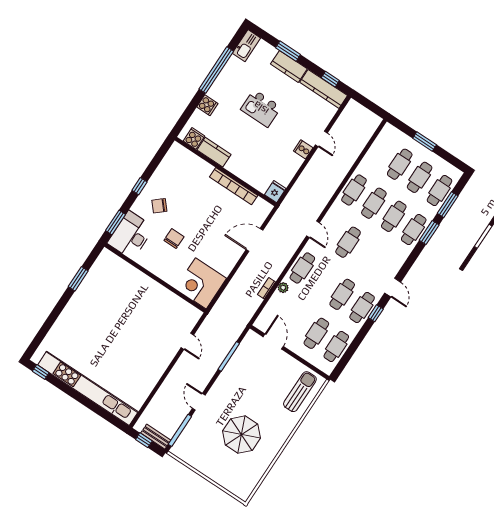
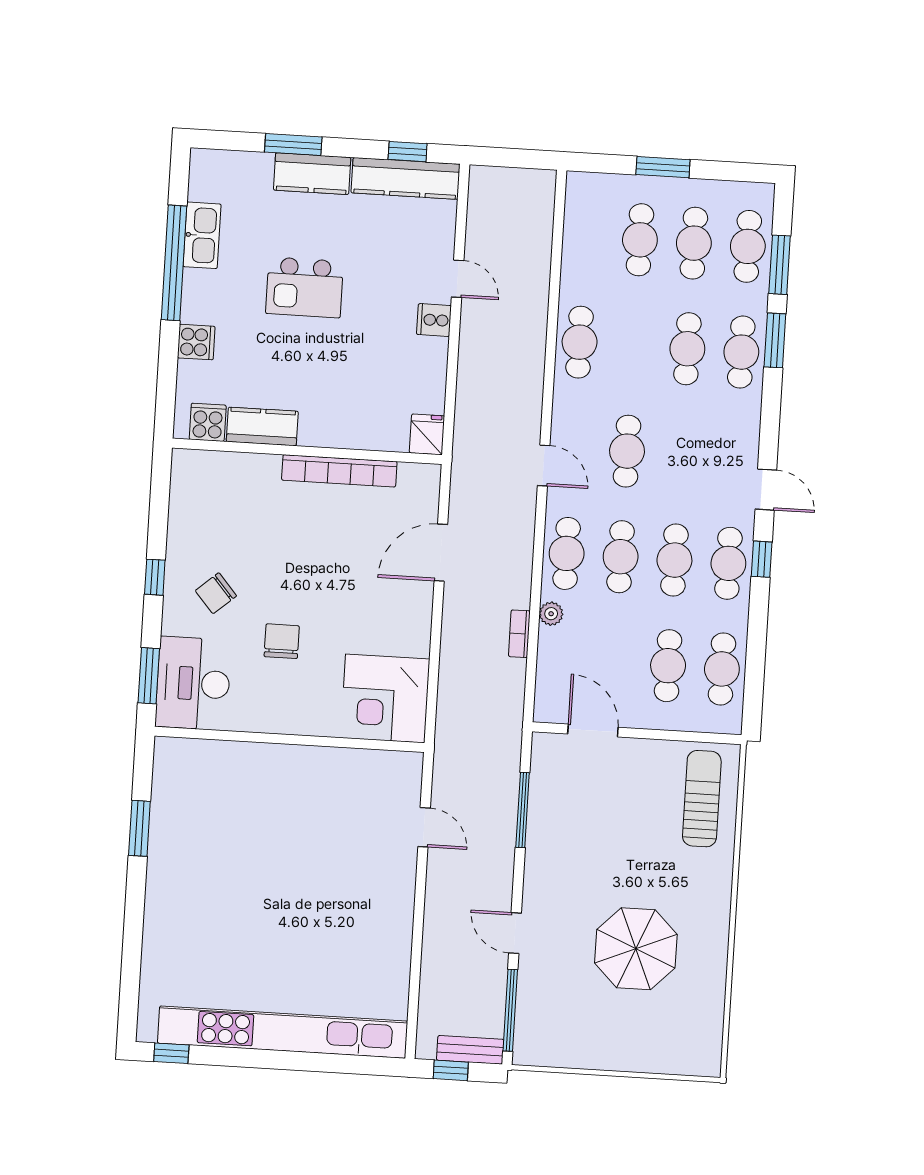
kitchen sink: (246, 46) -> (202, 235), moved
cafe table: (374, 203) -> (621, 557), moved

